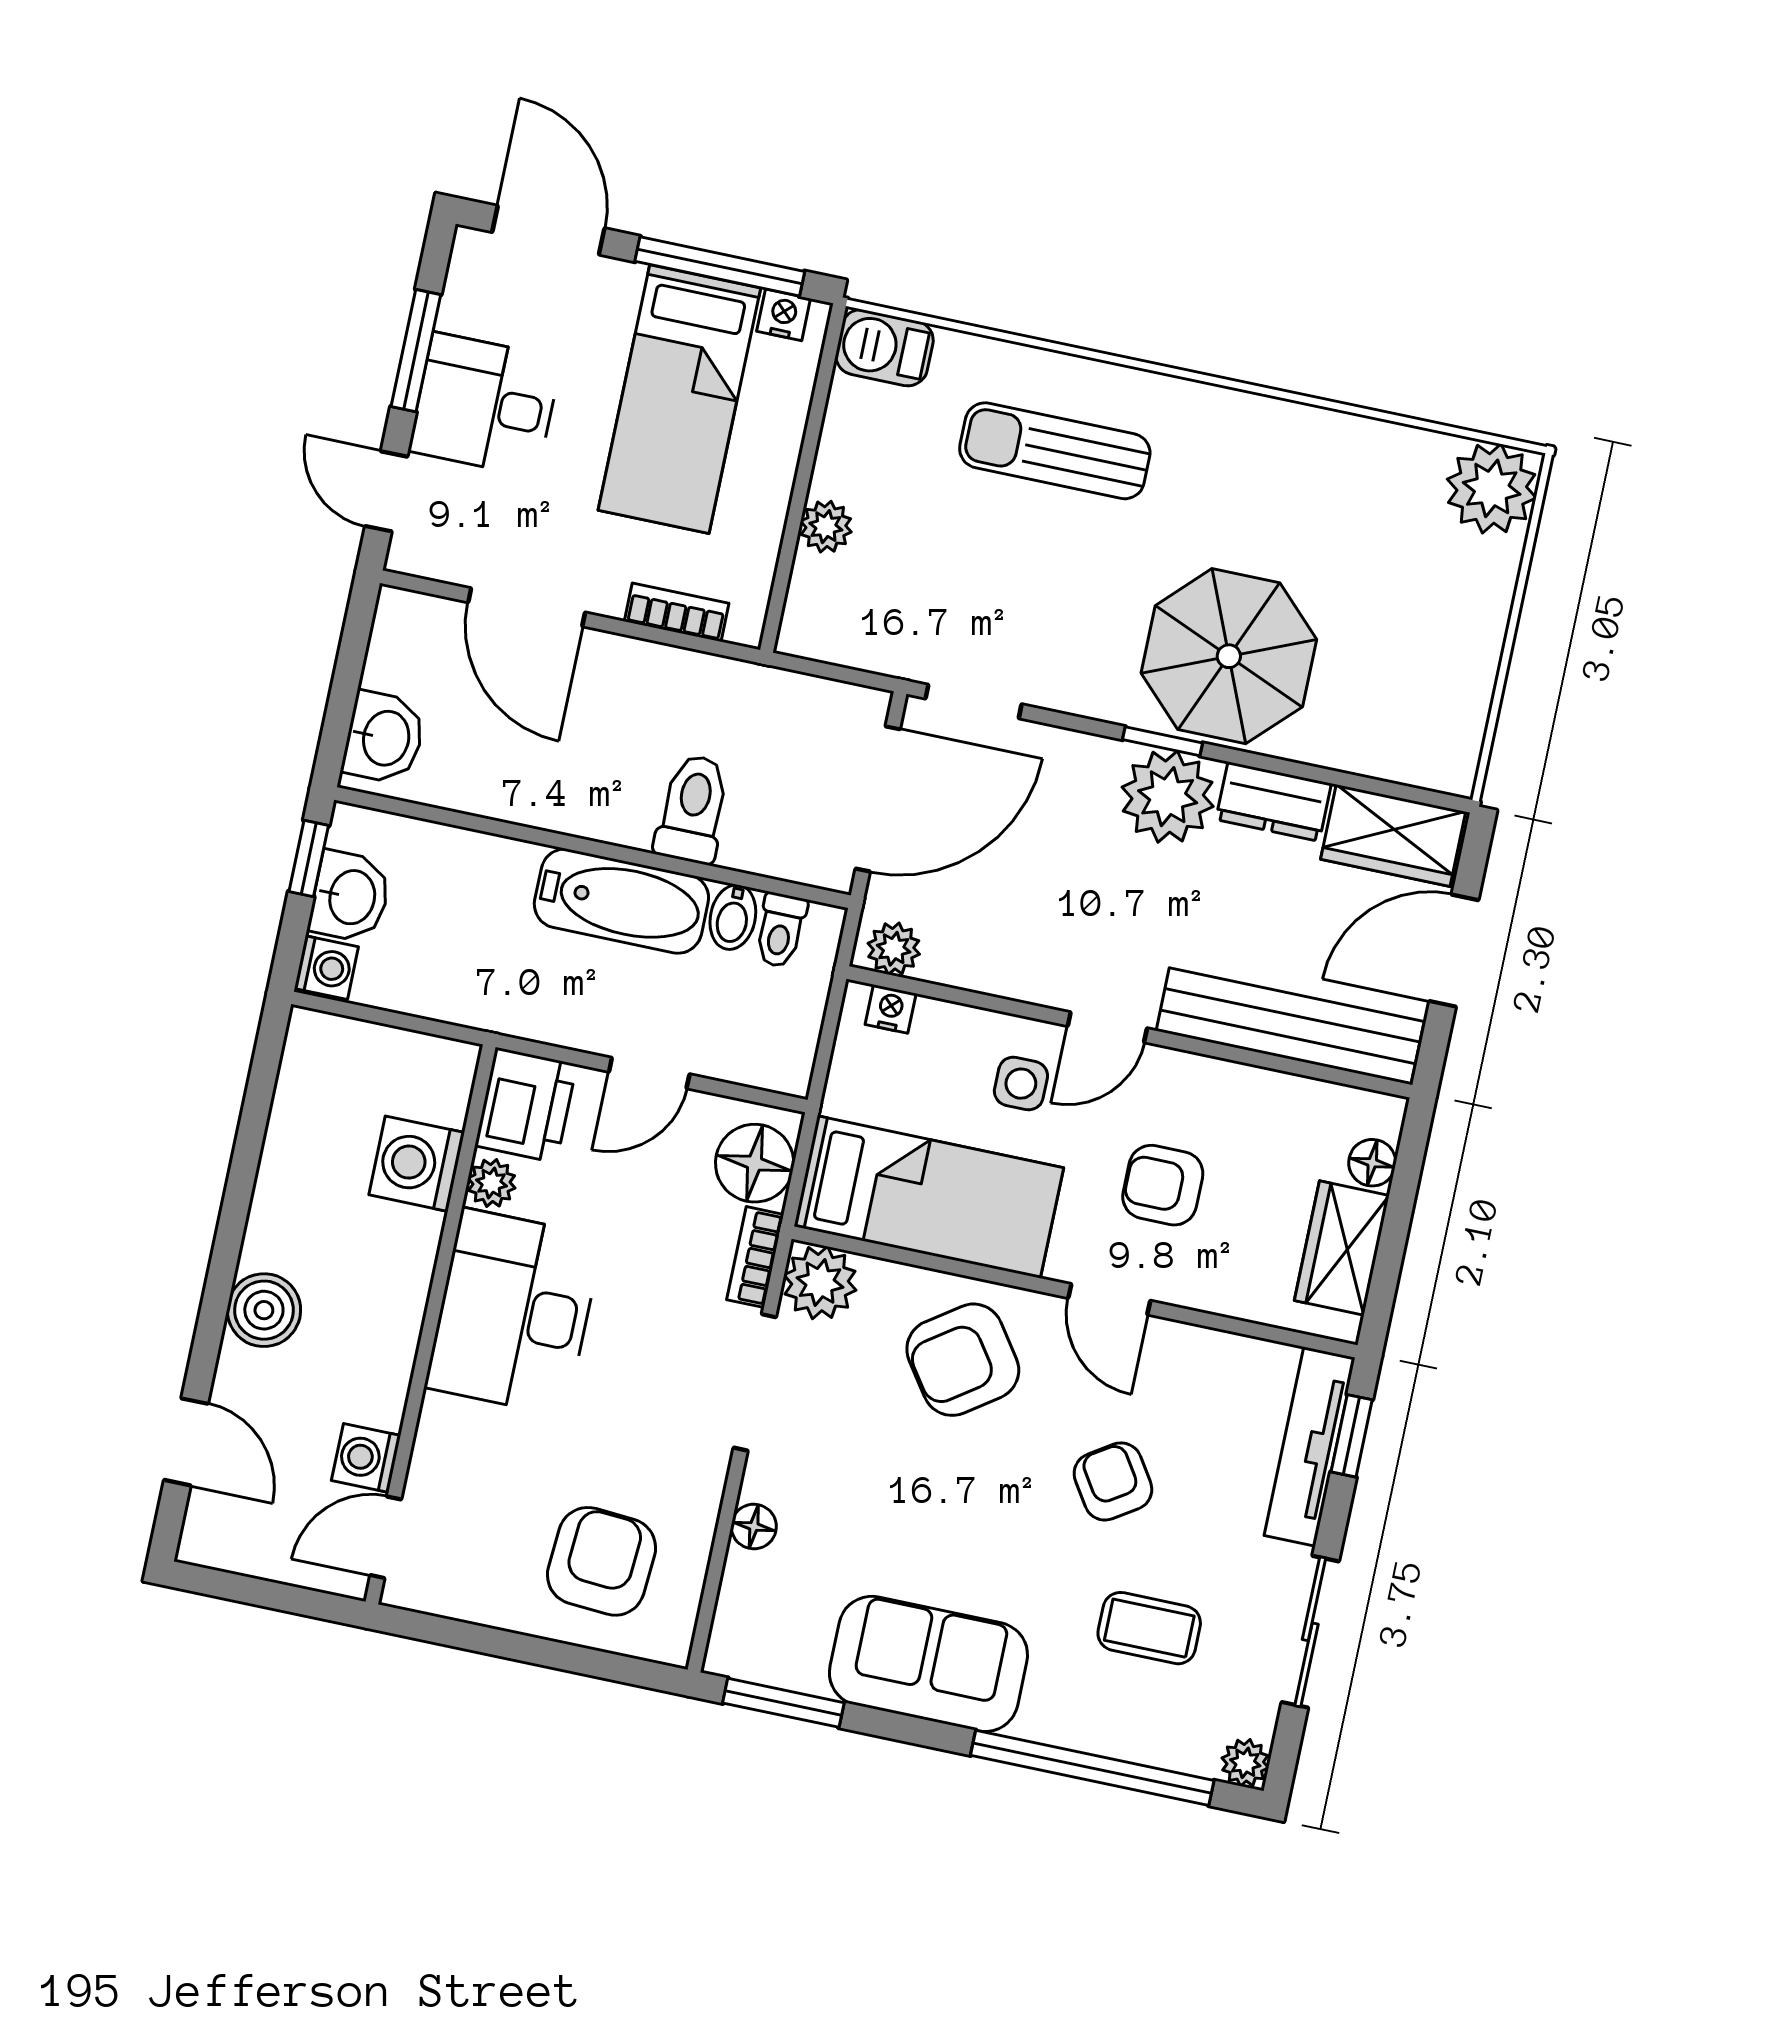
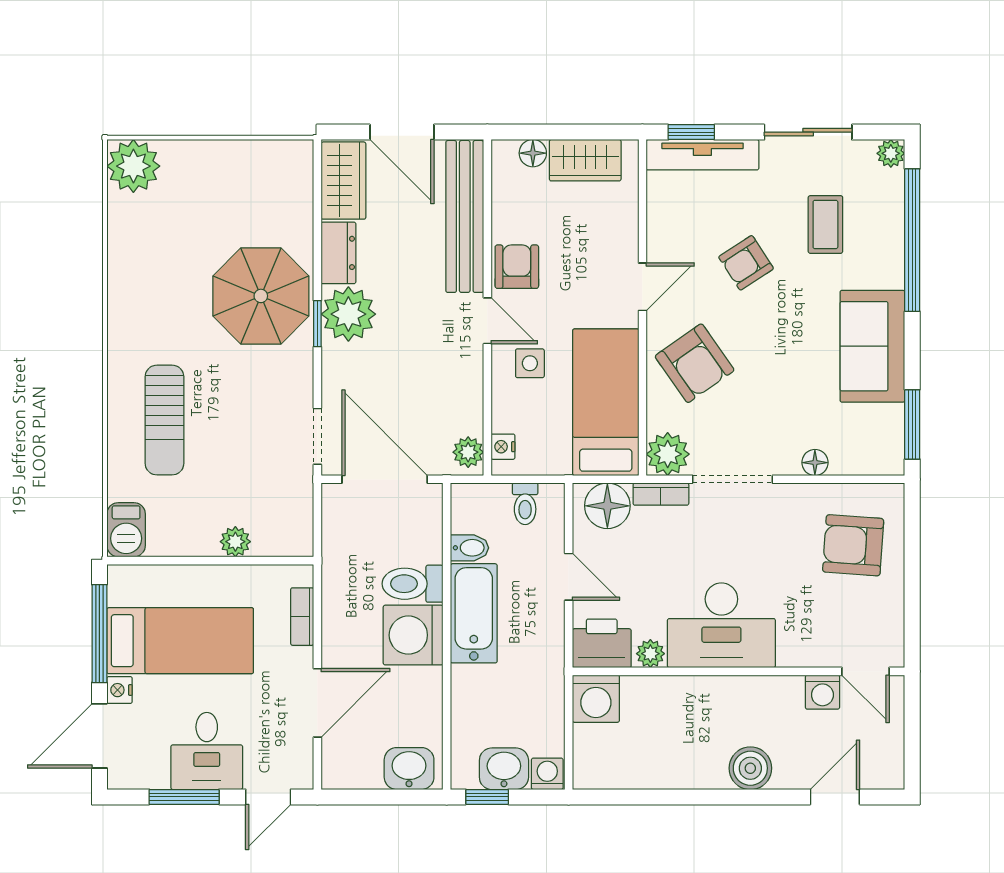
nightstand: (784, 315) -> (120, 690), moved
washing machine: (606, 792) -> (413, 635), added
toilet: (780, 930) -> (525, 504), moved, turned 90
washing machine: (417, 1164) -> (596, 699), moved
armchair: (1163, 1185) -> (517, 267), moved, turned 180

